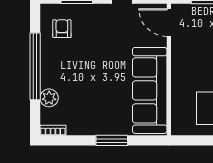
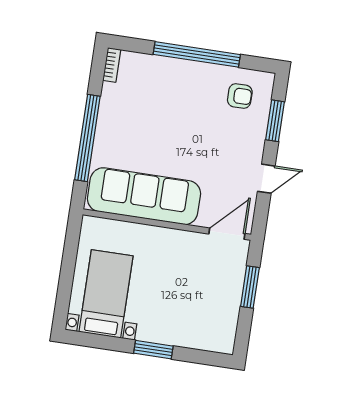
plant: (49, 98) -> (154, 66), removed
window: (112, 140) -> (87, 138), width x2.11

